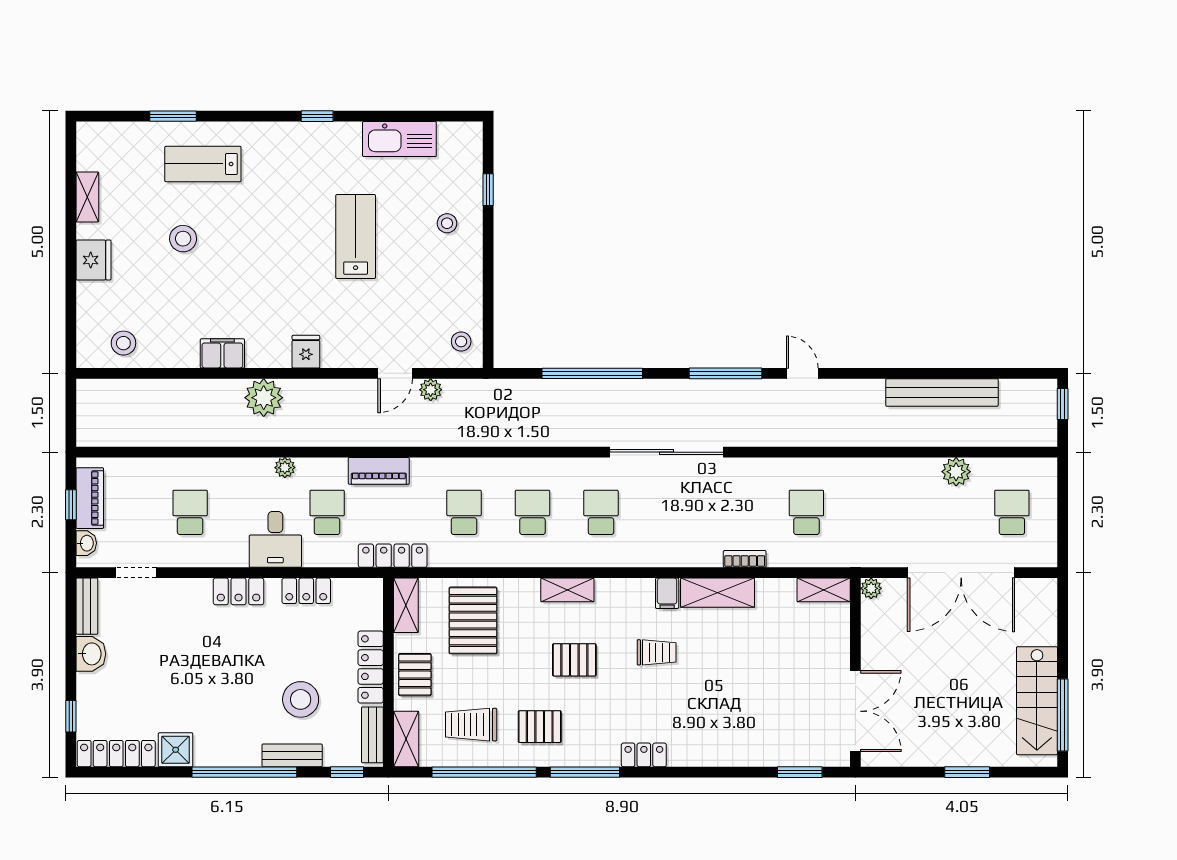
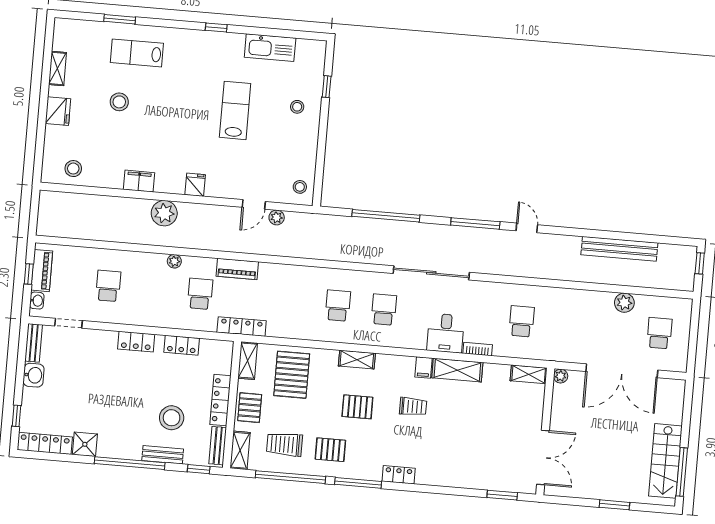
school desk: (464, 512) -> (292, 302), removed
desk: (275, 539) -> (446, 333), moved

